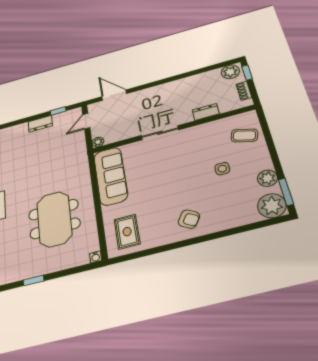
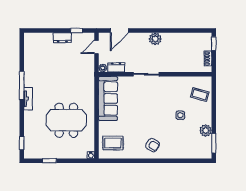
plant: (230, 72) -> (155, 39), moved
door: (114, 95) -> (119, 31), swing flipped
dresser: (206, 112) -> (116, 67), moved
plant: (272, 206) -> (203, 150), removed
meeting table: (54, 219) -> (66, 120), turned 90
rug: (127, 232) -> (113, 143), turned 90

